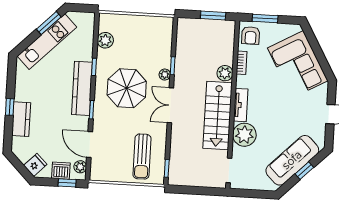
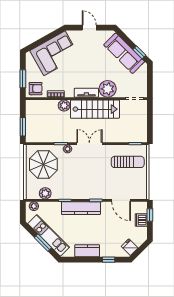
window: (213, 16) -> (23, 127), moved
window: (49, 23) -> (43, 243), moved
parasol: (127, 88) -> (43, 164), moved
double door: (170, 105) -> (89, 144), swing flipped
window: (10, 107) -> (109, 260), moved
kitchen counter: (21, 119) -> (87, 251), moved
door: (90, 144) -> (121, 200), hinge flipped
fridge: (35, 165) -> (130, 247), moved
plant: (80, 167) -> (34, 206), moved
window: (304, 171) -> (139, 52), moved

